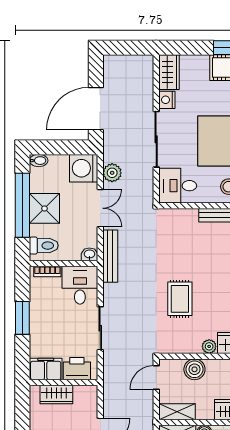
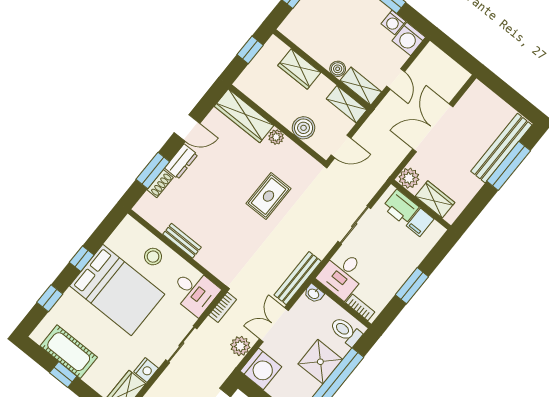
sliding door: (156, 139) -> (181, 344), width x0.73
bookcase: (148, 191) -> (223, 307), added
filing cabinet: (46, 369) -> (420, 222), width x0.50
plant: (88, 395) -> (409, 178), added

